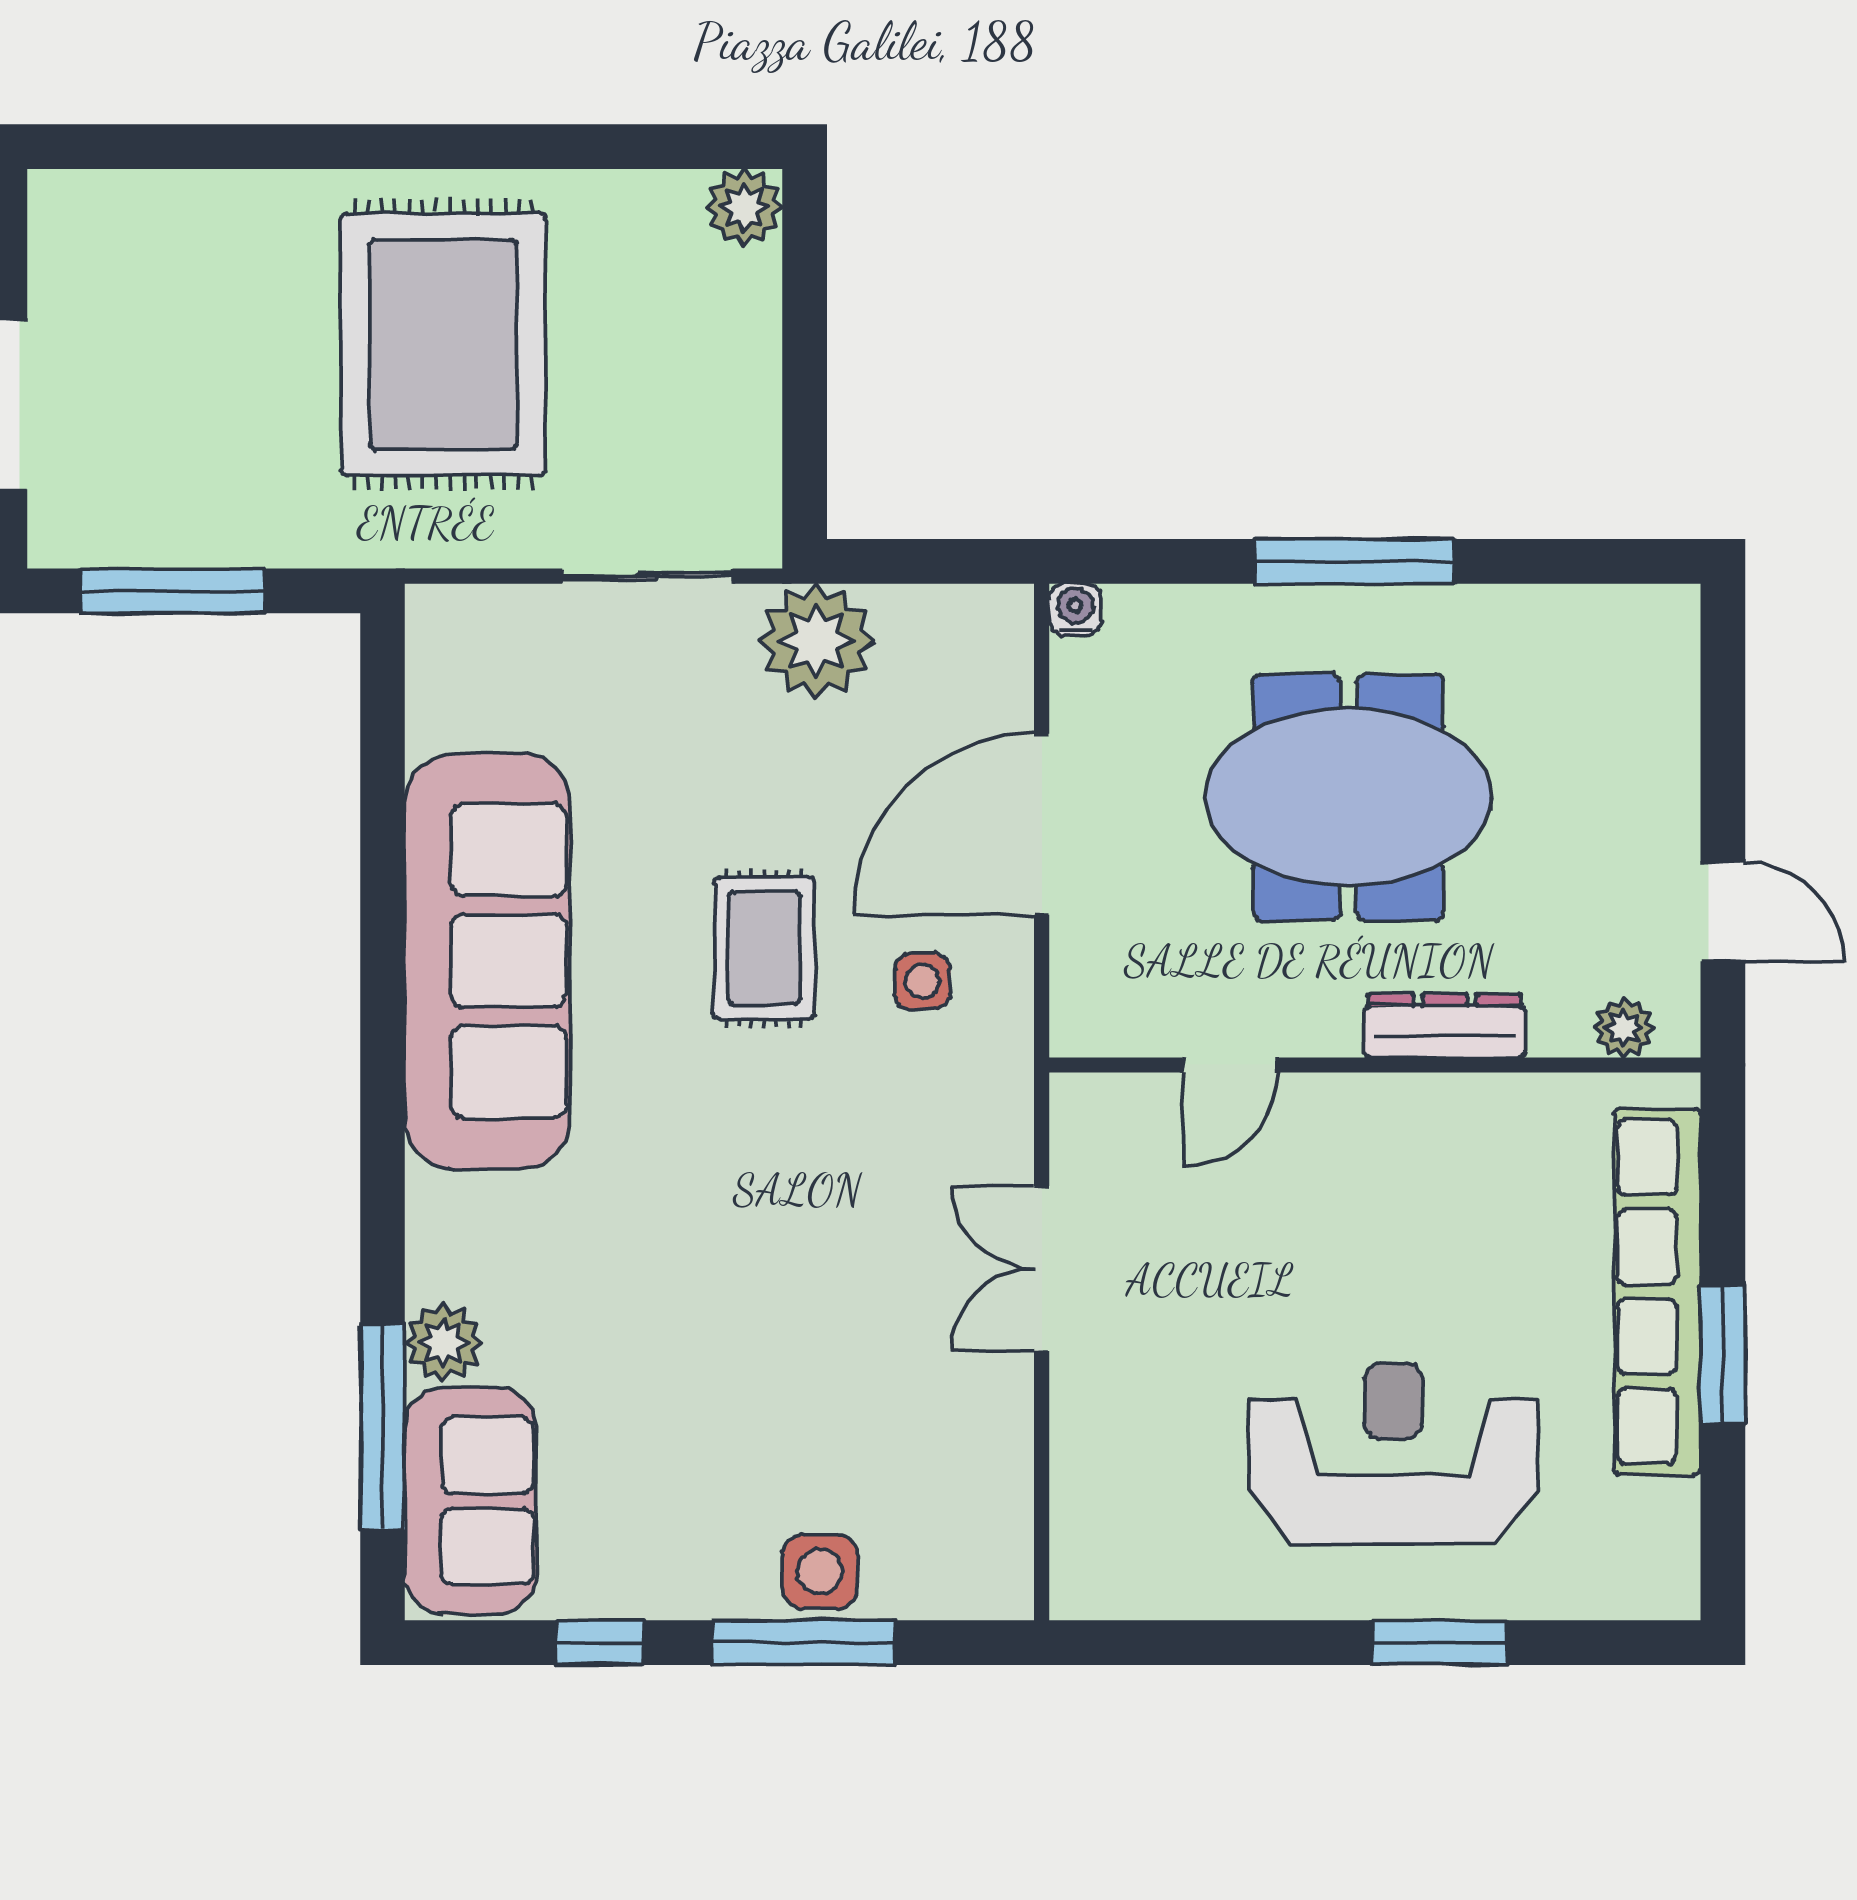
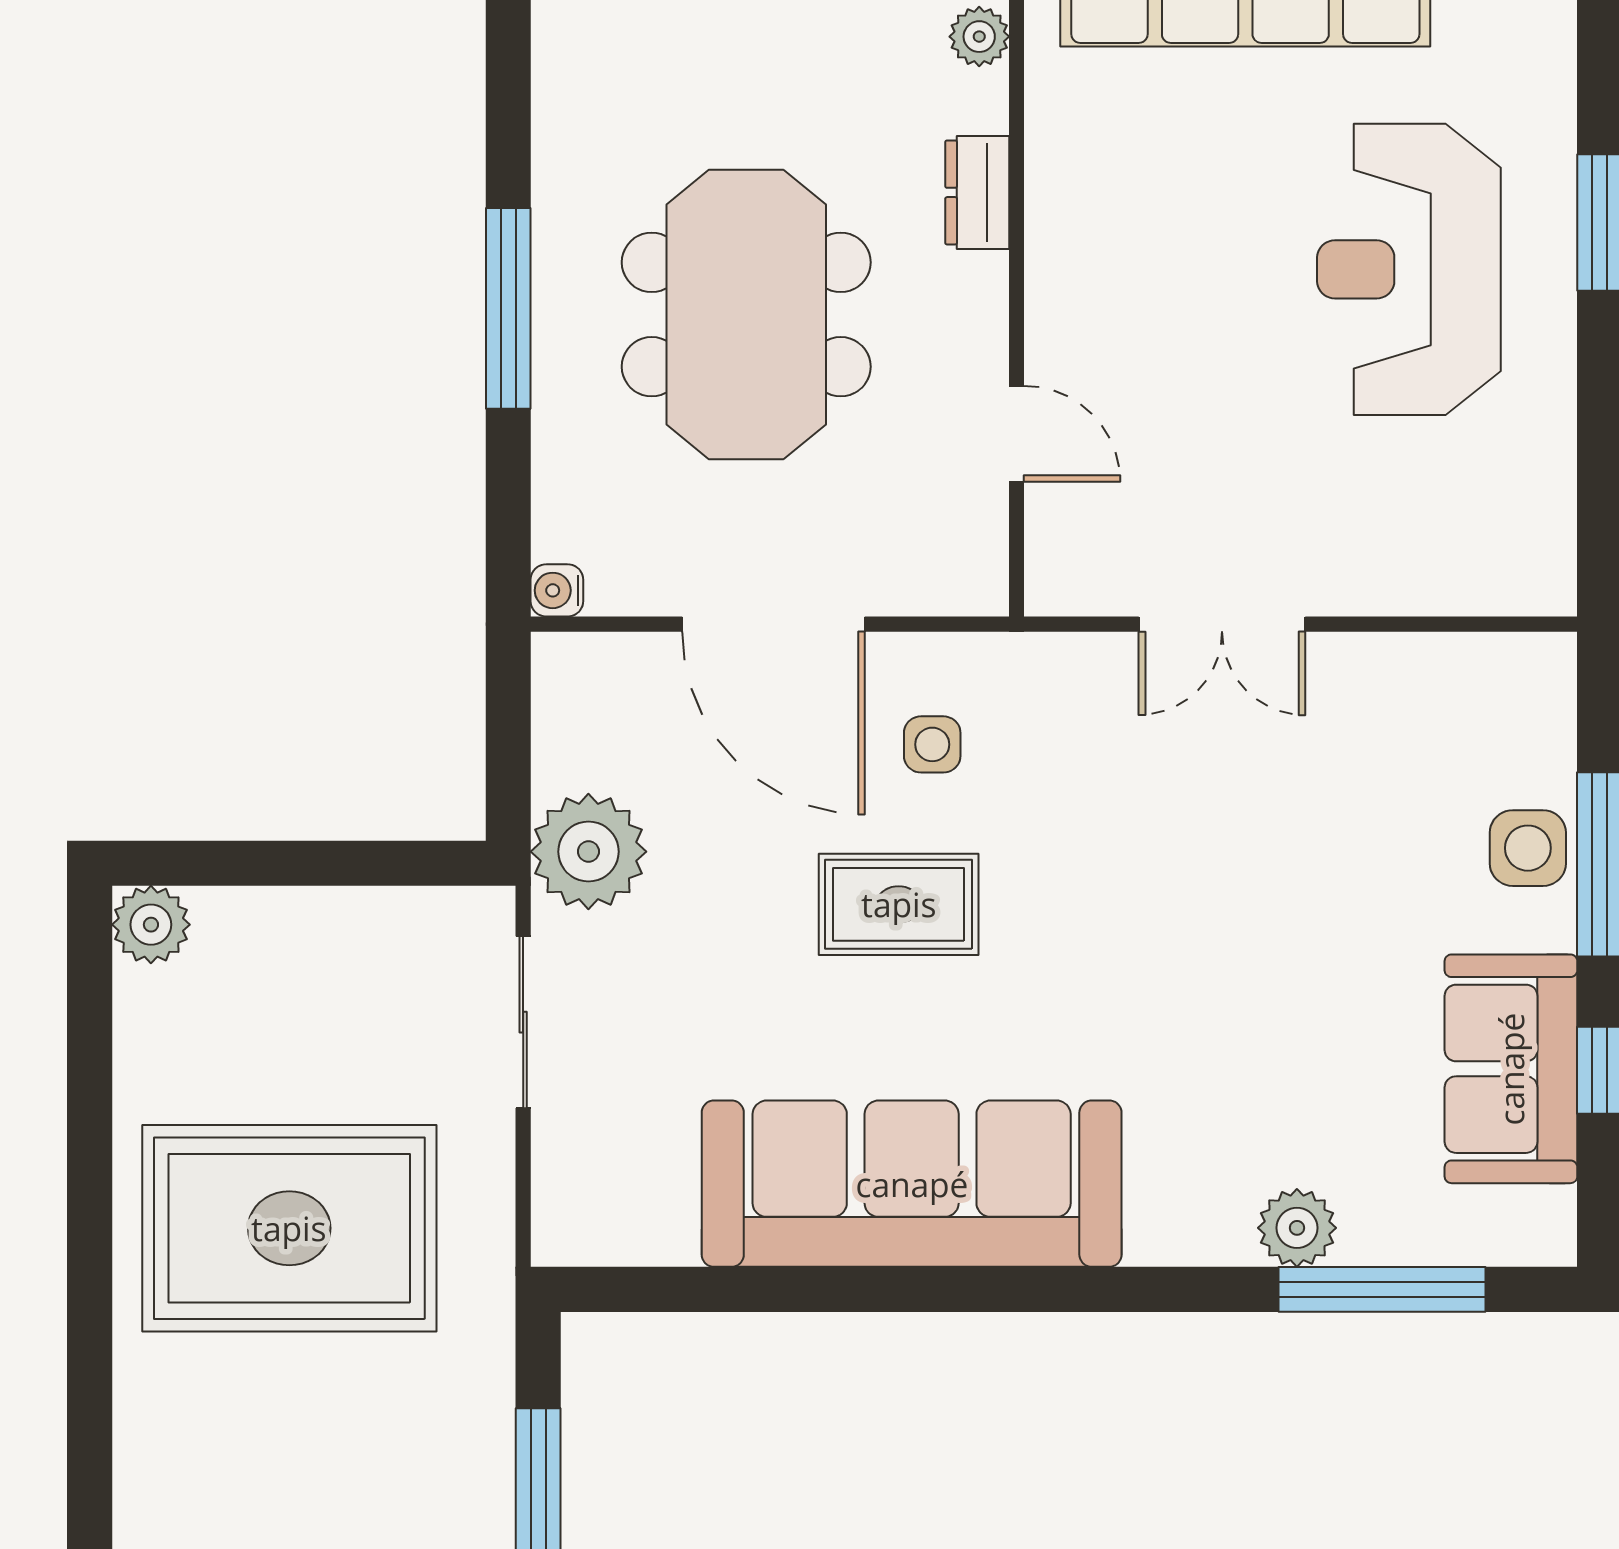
dresser: (1445, 1026) -> (977, 192), width x0.70
sofa: (470, 1501) -> (1511, 1069), moved, turned -90

